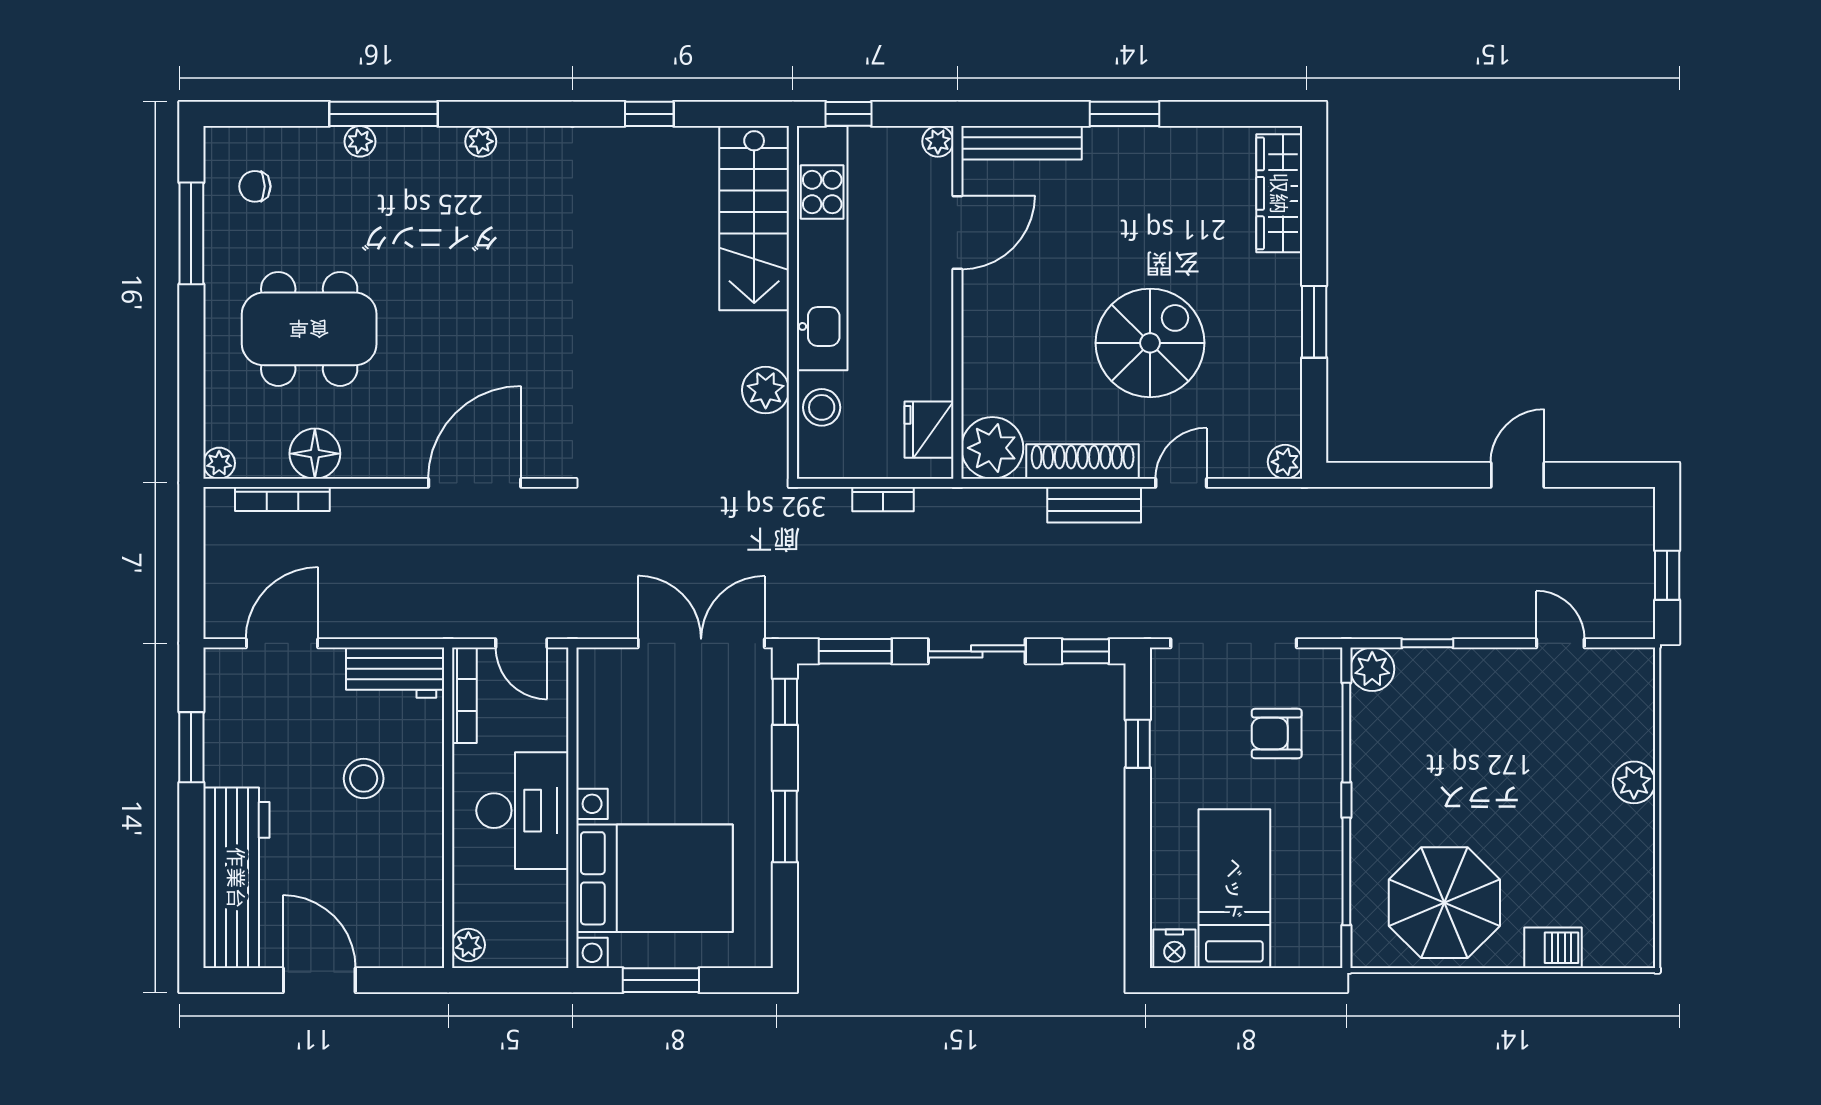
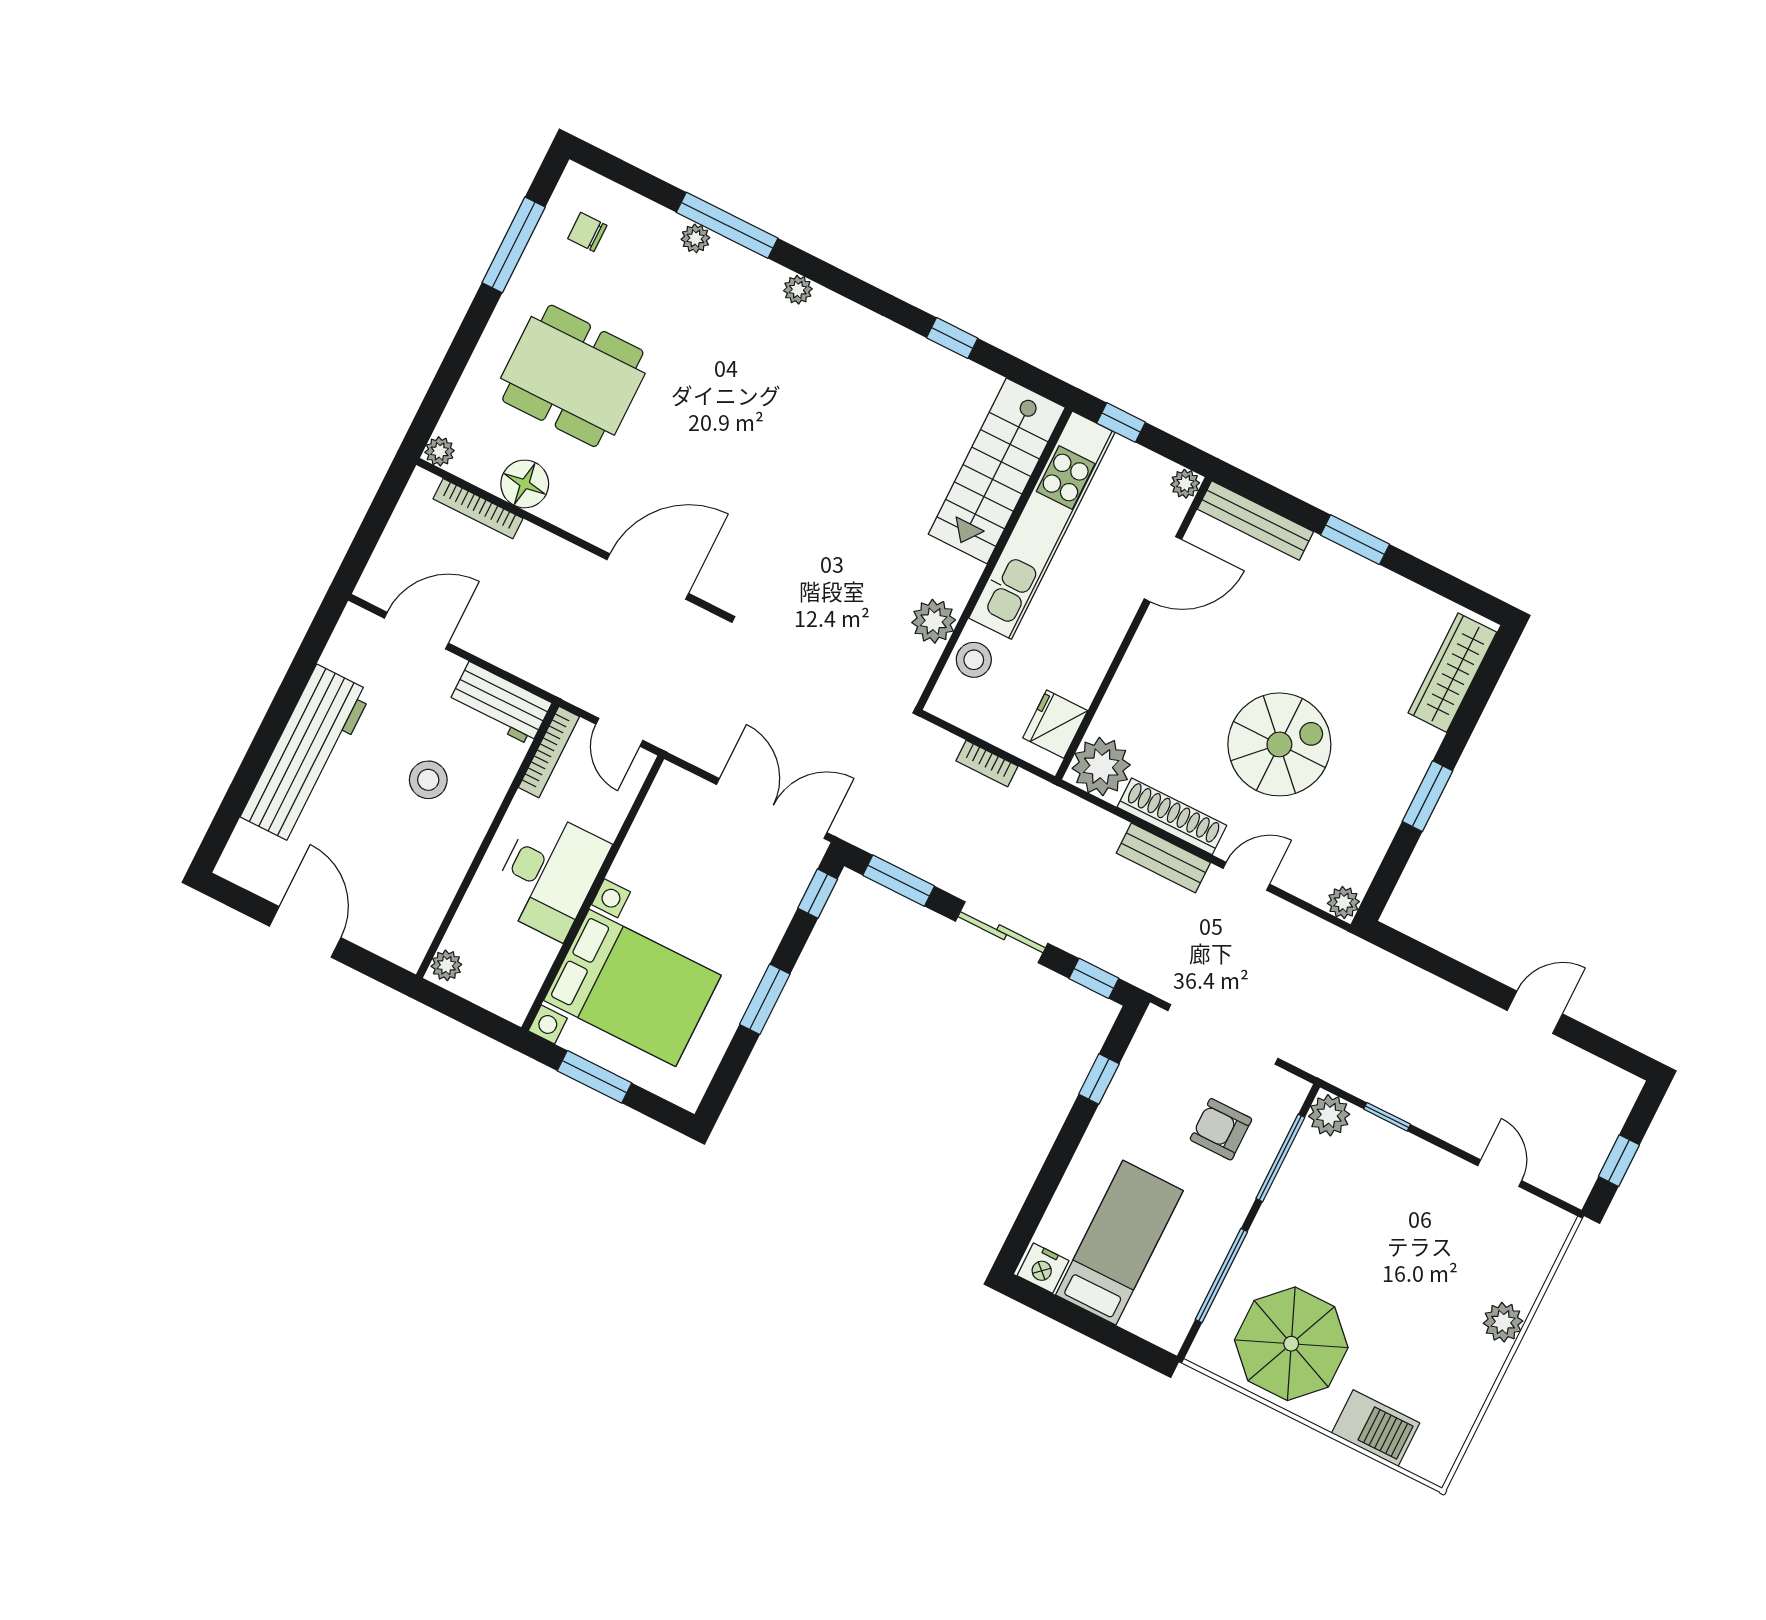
window: (191, 747) -> (296, 680), removed
workbench: (236, 878) -> (306, 754), moved
barbecue: (1553, 948) -> (1376, 1428), width x1.38, depth x1.27

